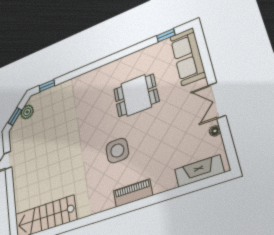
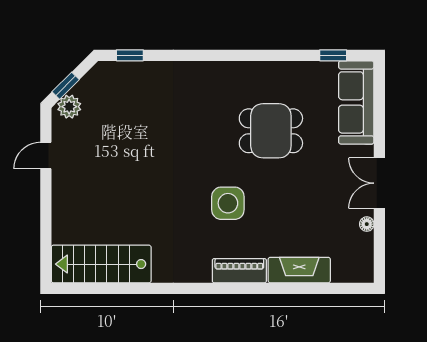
plant: (27, 112) -> (69, 107), moved
fireplace: (199, 171) -> (299, 270), moved

